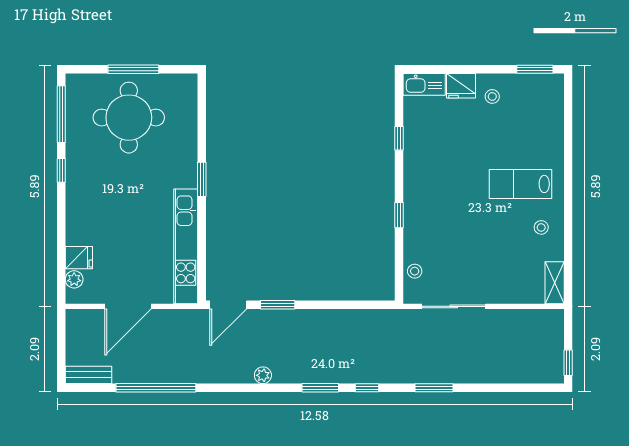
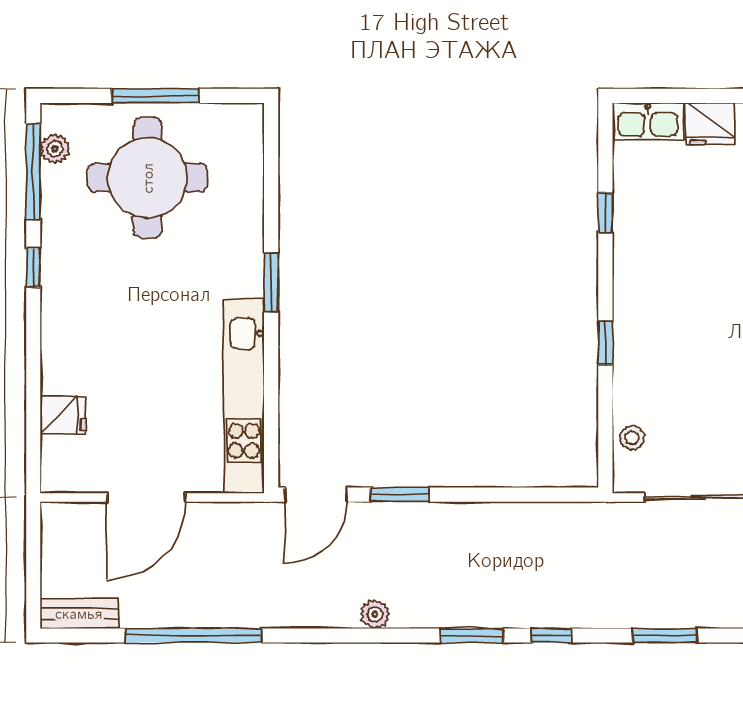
plant: (74, 279) -> (55, 149), moved

